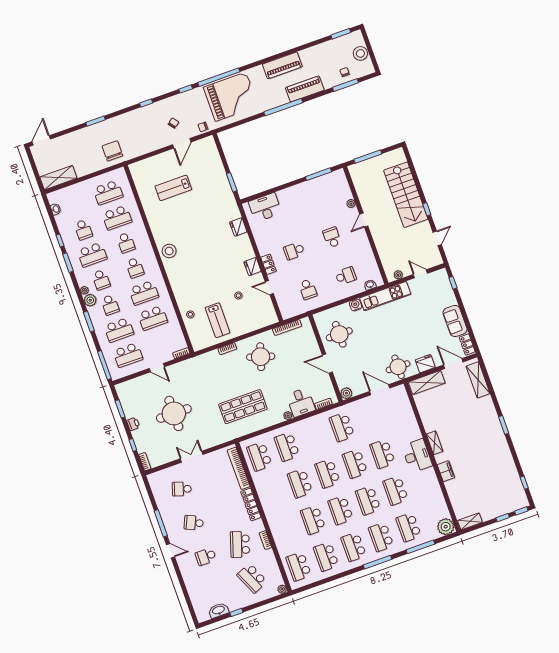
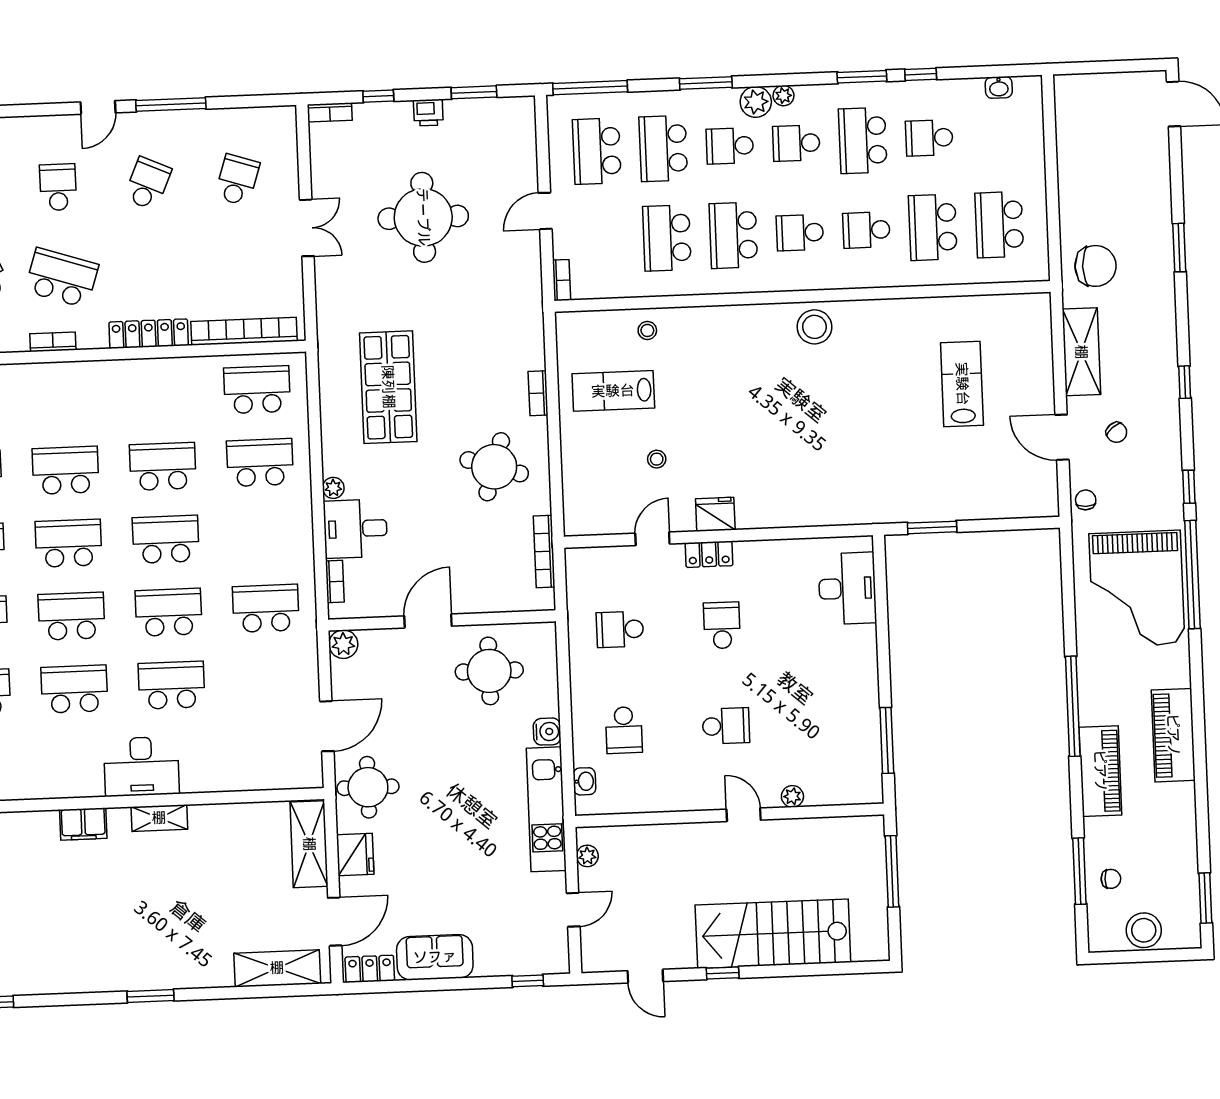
shelving: (58, 178) -> (1081, 352), moved
fridge: (238, 227) -> (820, 510), removed

